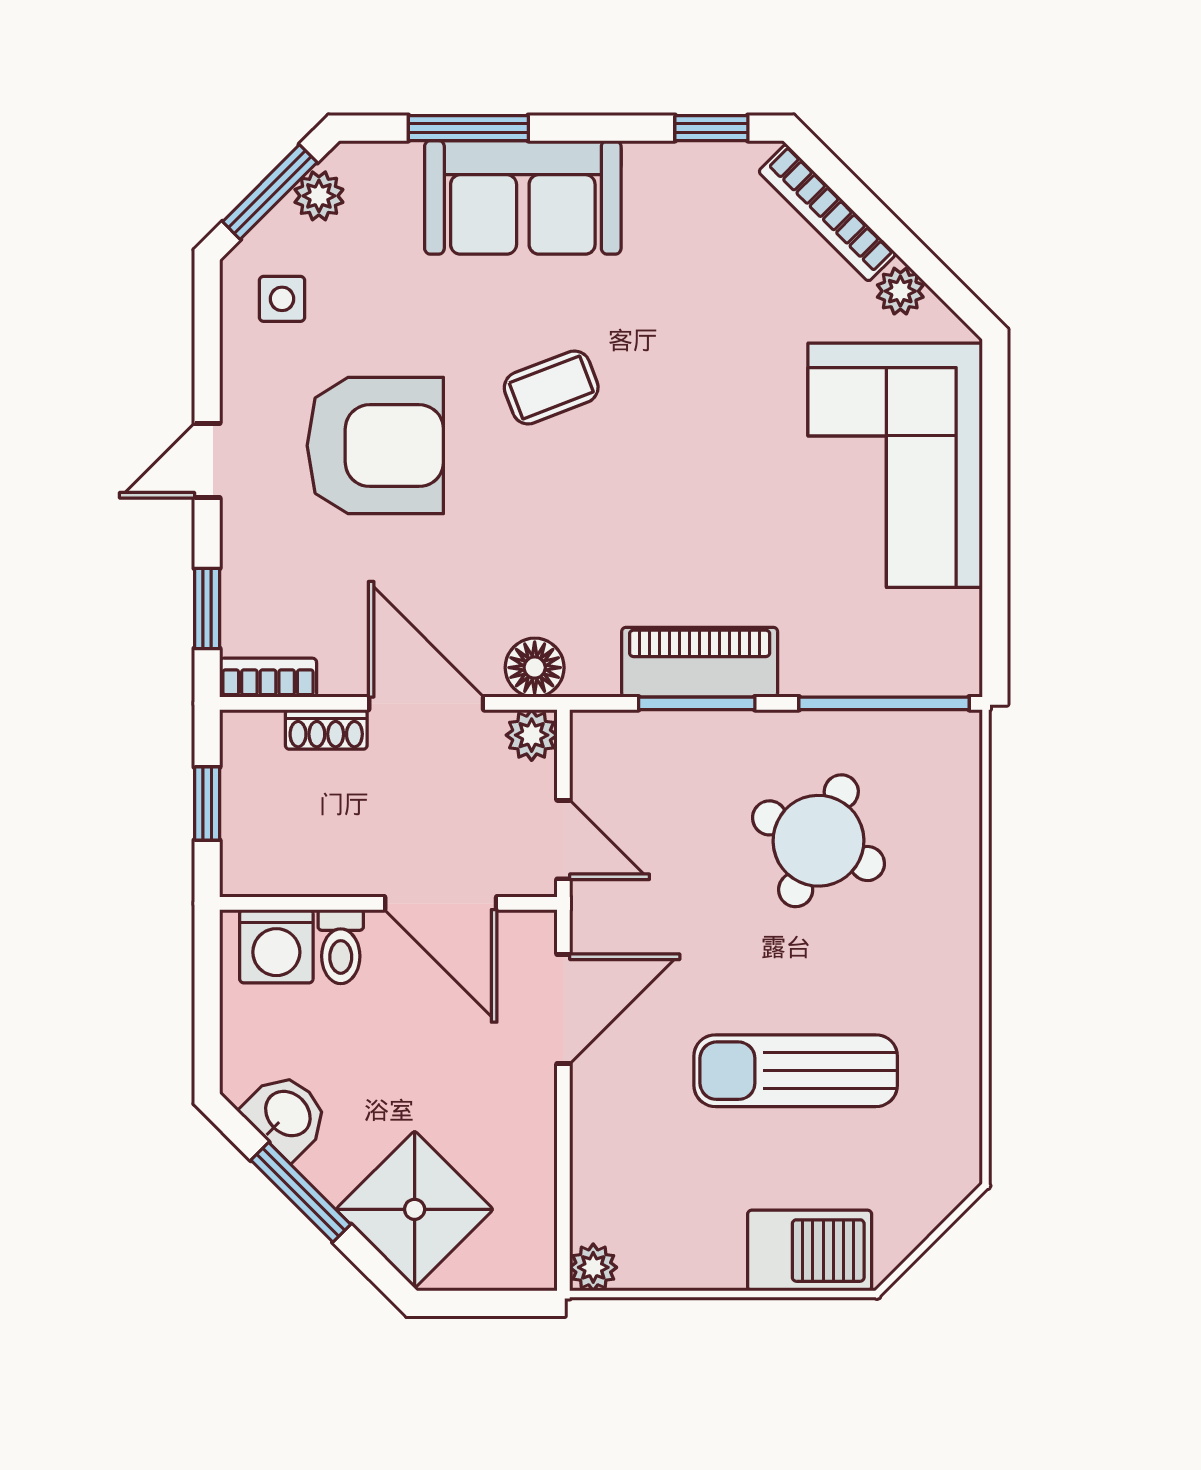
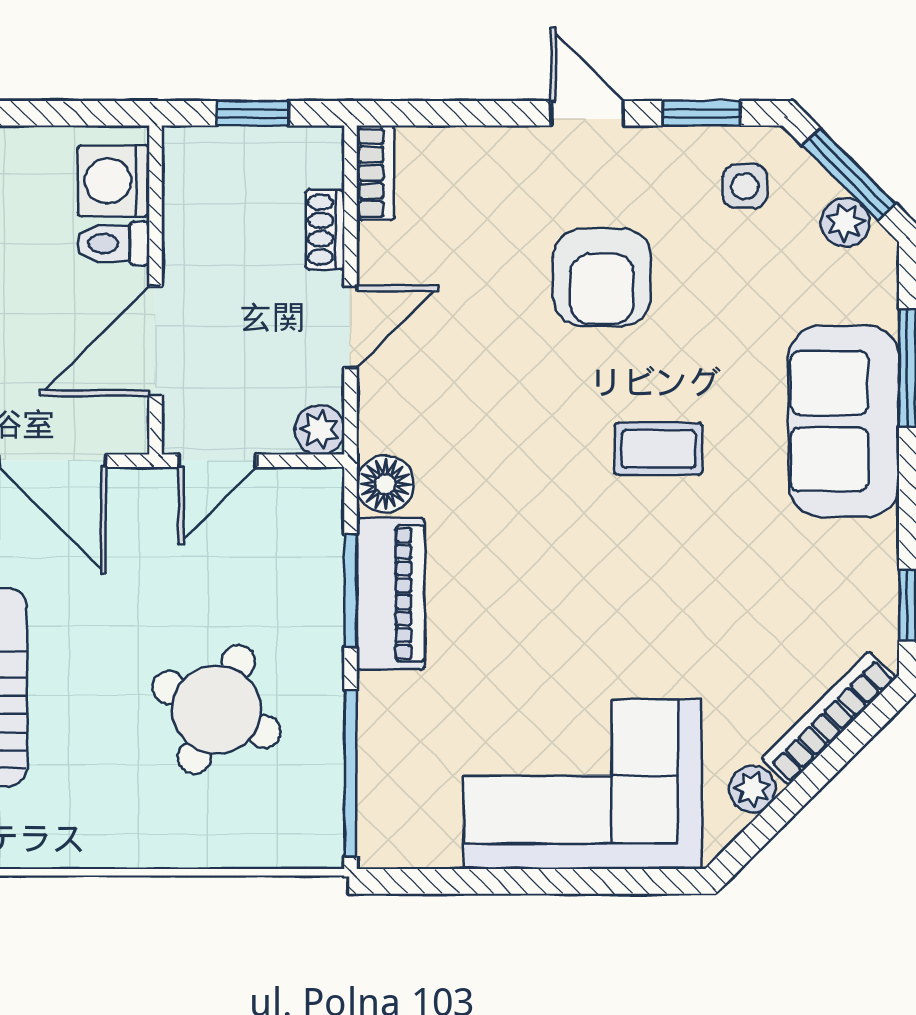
coffee table: (551, 387) -> (658, 449), turned -69
armchair: (375, 446) -> (602, 277), width x0.73, depth x0.73
window: (207, 608) -> (702, 113), moved
floor lamp: (535, 668) -> (385, 484), moved
door: (426, 703) -> (351, 327), width x0.73

